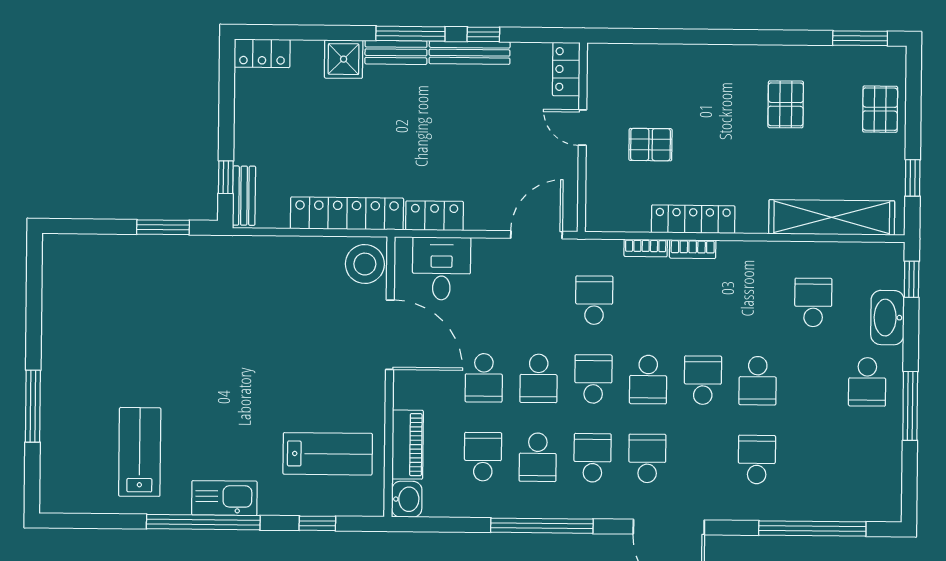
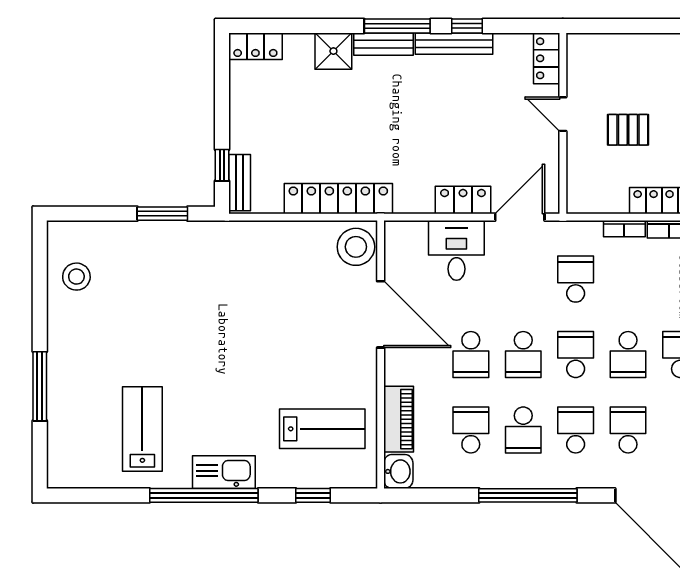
locker: (435, 216) -> (463, 200), moved
desk: (441, 268) -> (456, 250), moved
stool: (72, 292) -> (76, 277), added

